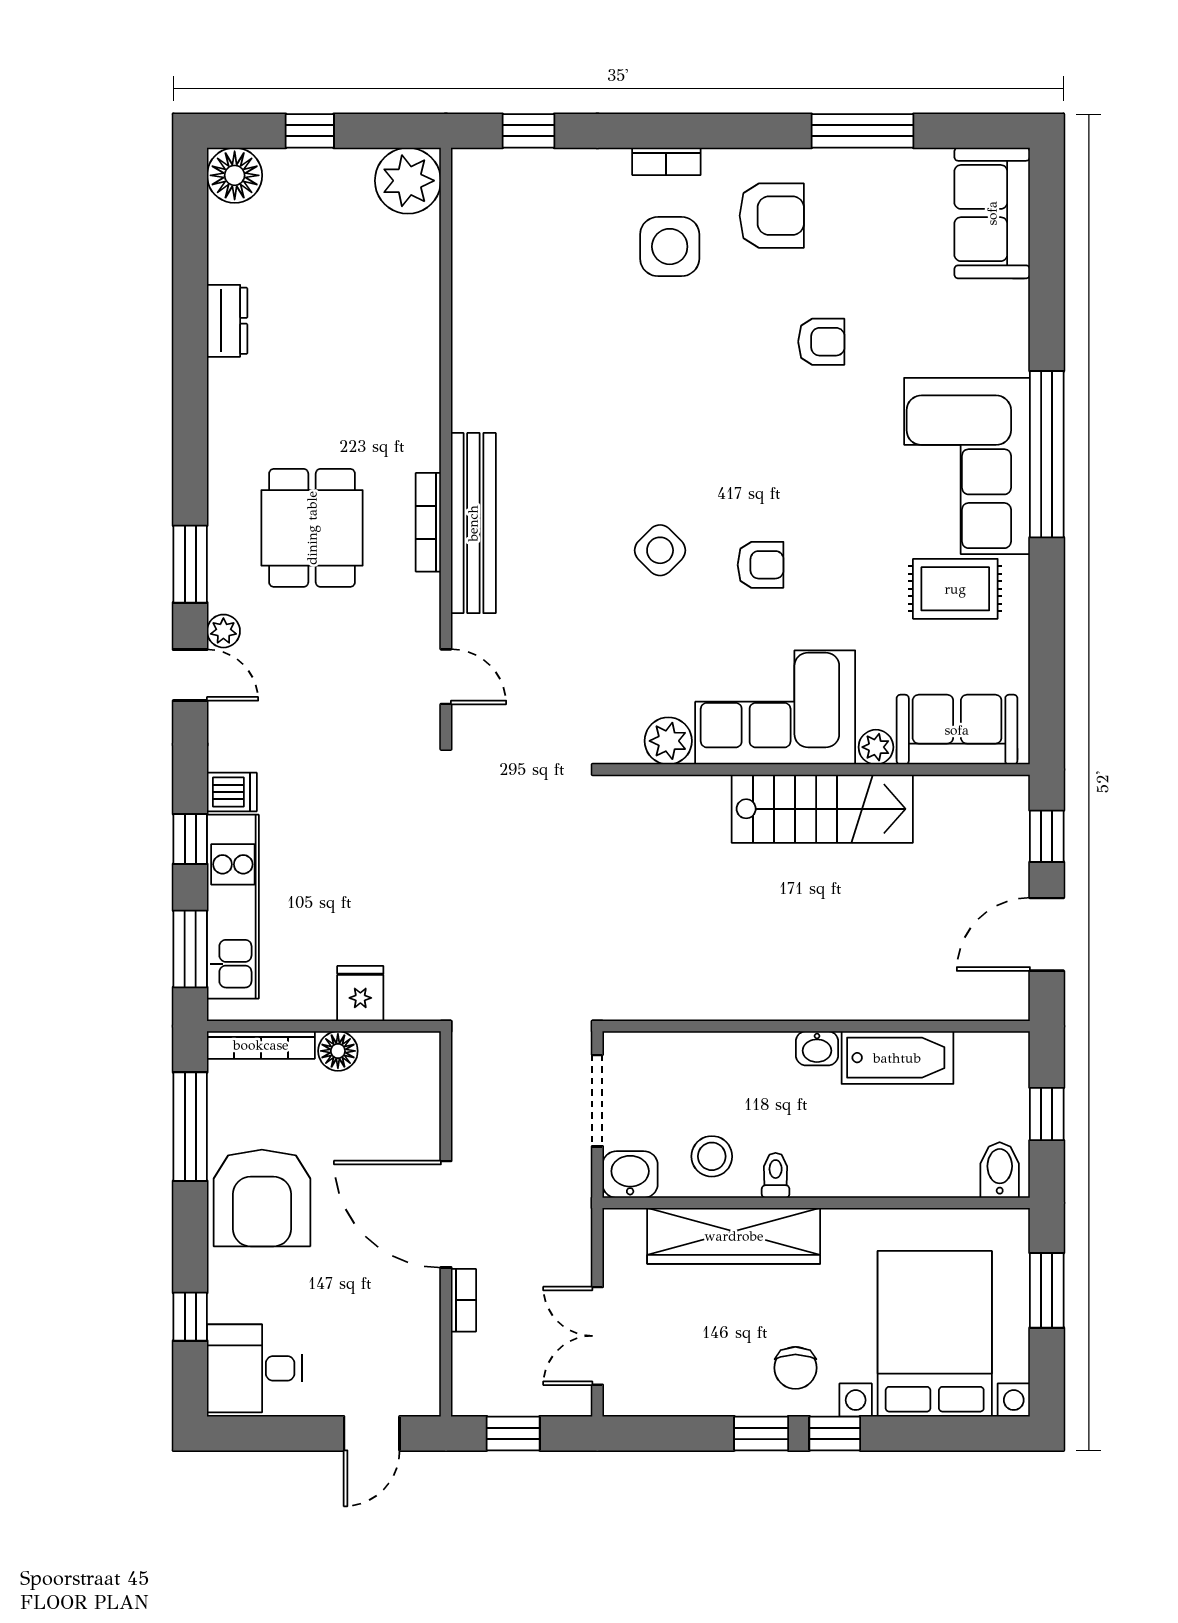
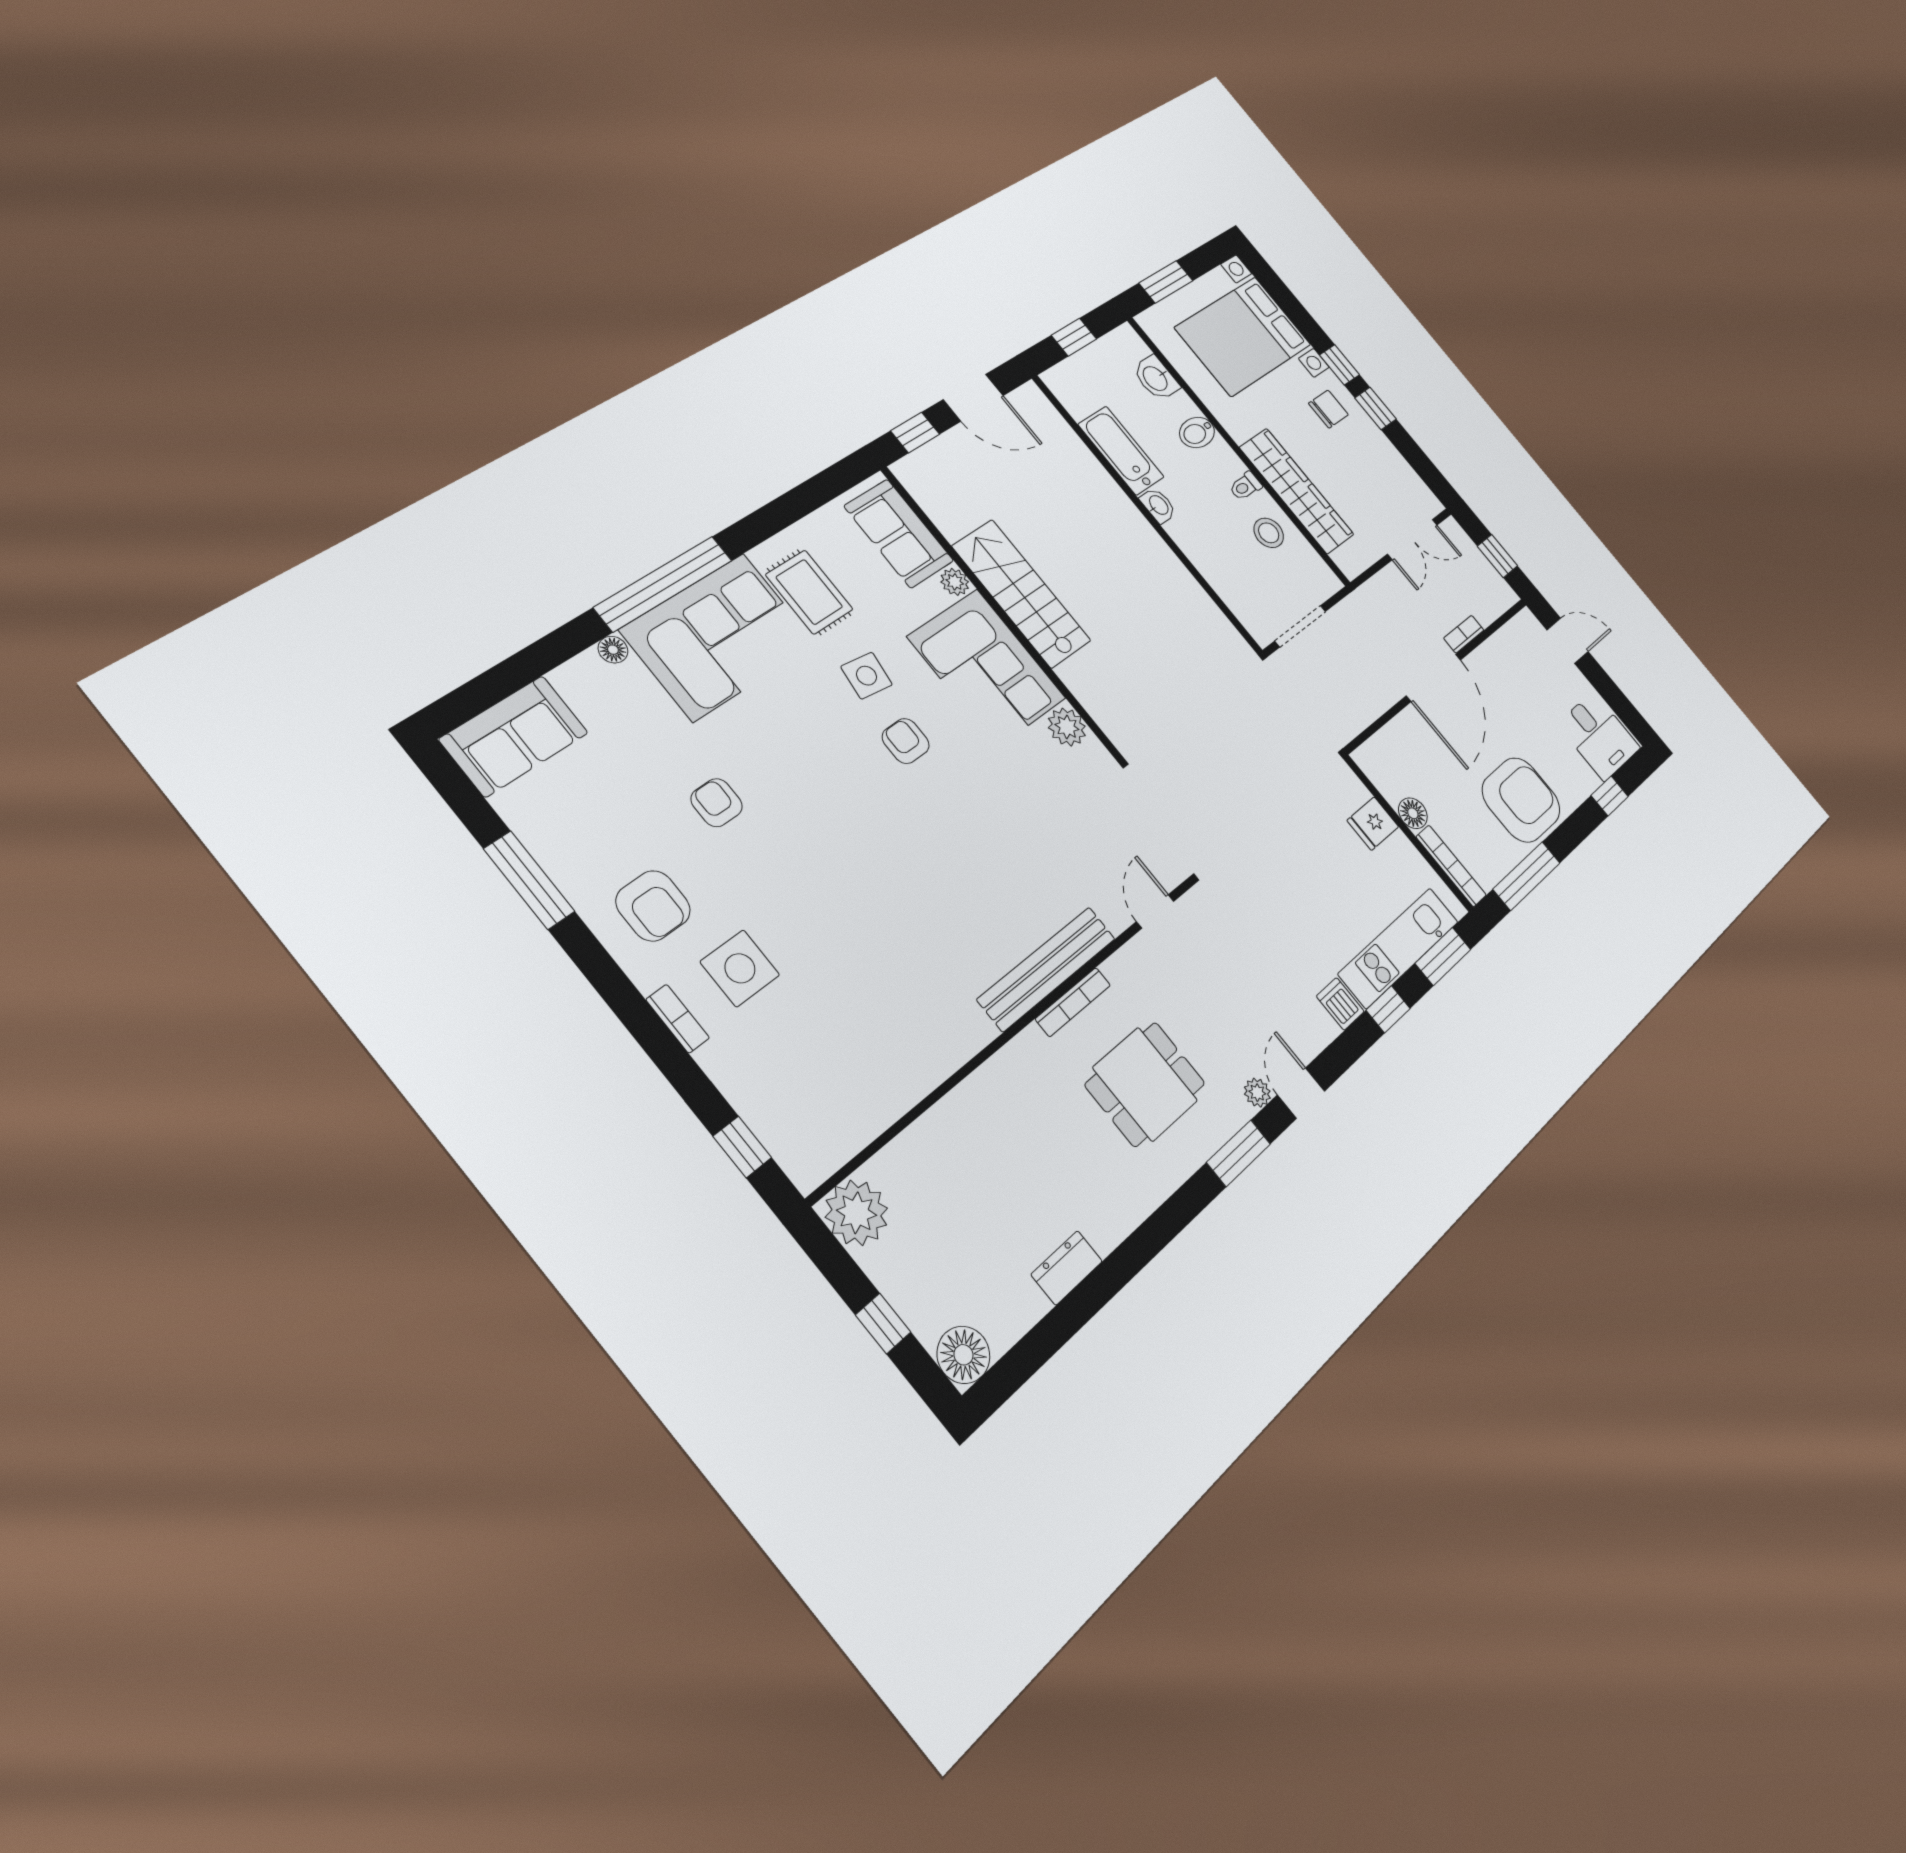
armchair: (772, 216) -> (653, 906), turned 180
floor lamp: (1015, 359) -> (613, 650), added
side table: (660, 550) -> (867, 676), moved, turned -37
bidet: (1000, 1170) -> (1197, 432), moved
washbasin: (630, 1174) -> (1156, 378), moved

